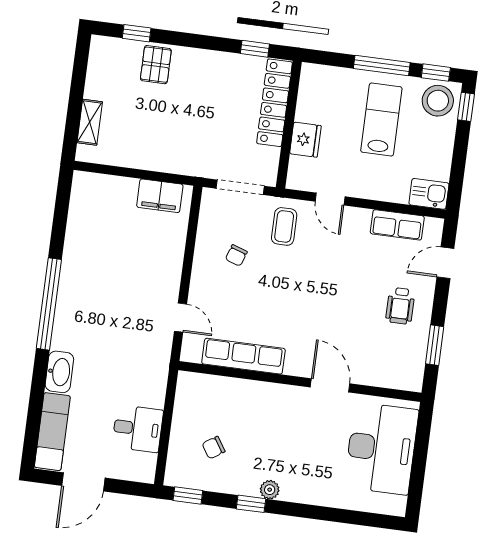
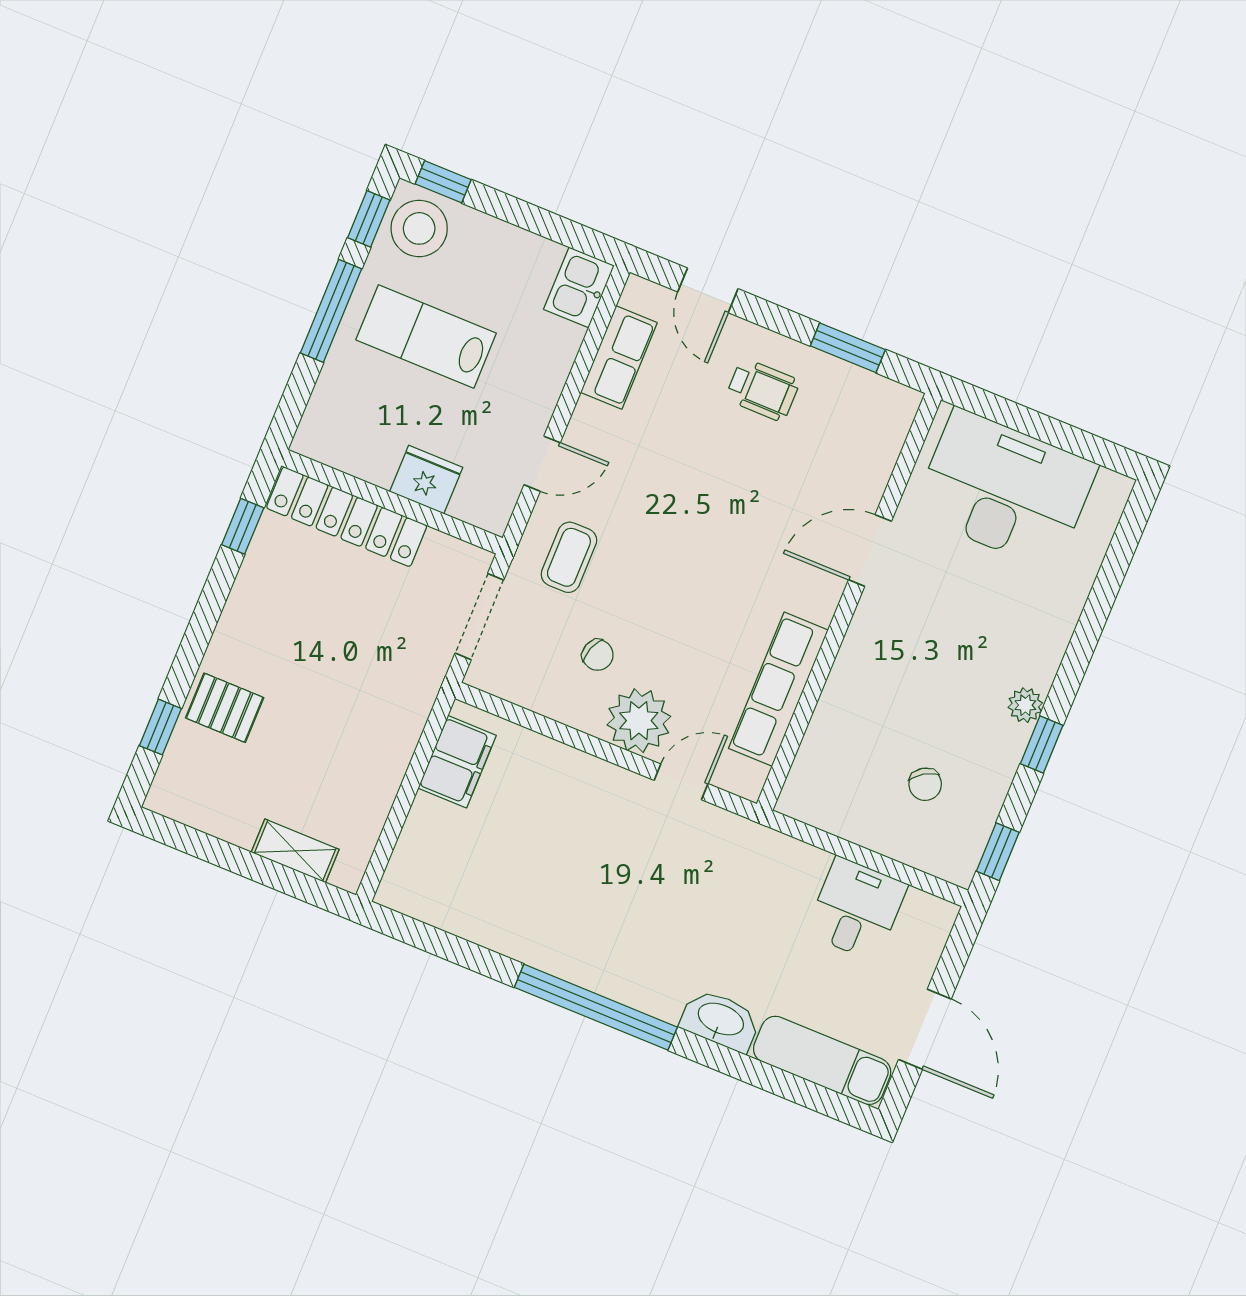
coffee table: (284, 226) -> (569, 557), turned 90
plant: (207, 286) -> (639, 721), added

